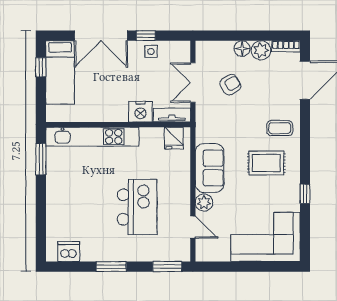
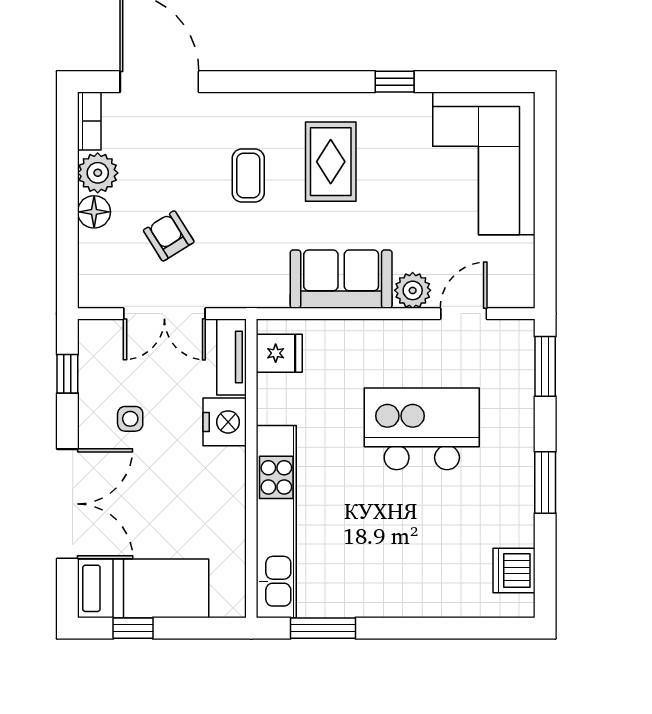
window: (146, 36) -> (67, 374), moved
side table: (151, 51) -> (130, 419), moved
coffee table: (280, 128) -> (248, 176), moved

